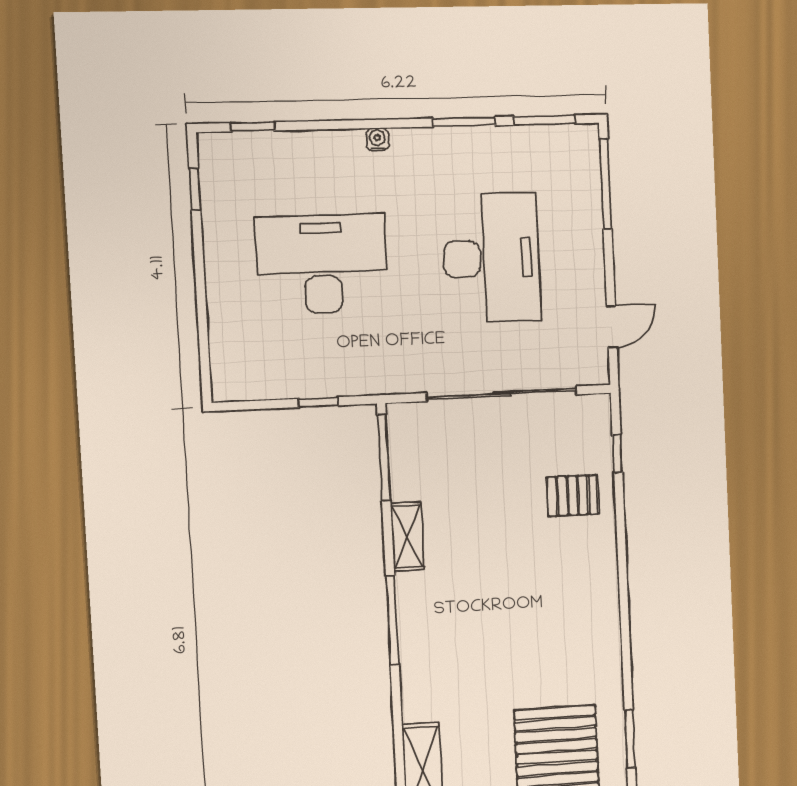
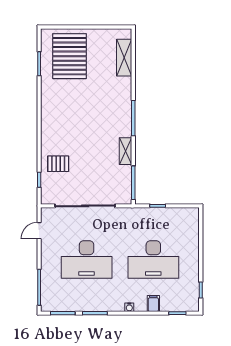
filing cabinet: (316, 150) -> (153, 304), added
desk: (491, 258) -> (87, 259), turned -90

